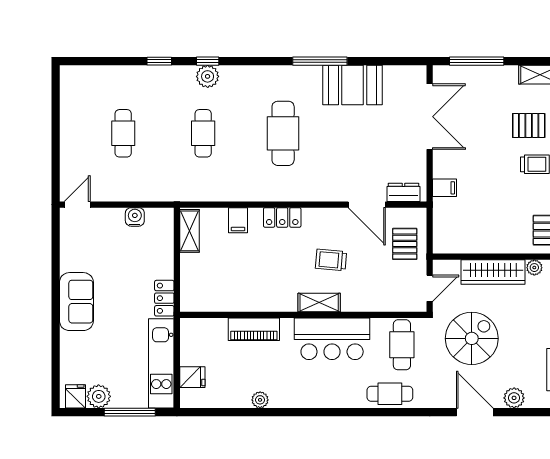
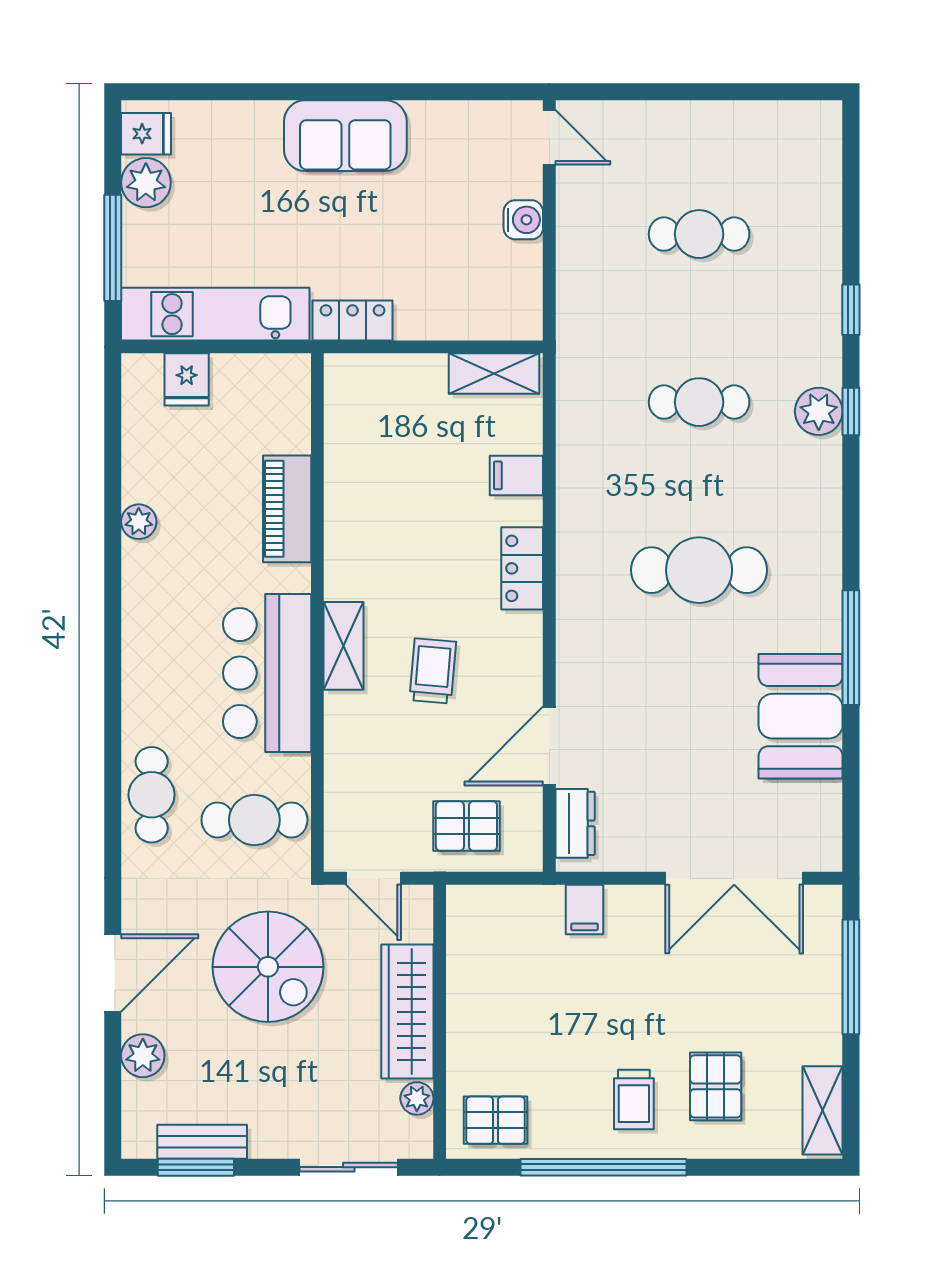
water cooler: (135, 217) -> (523, 220), moved

